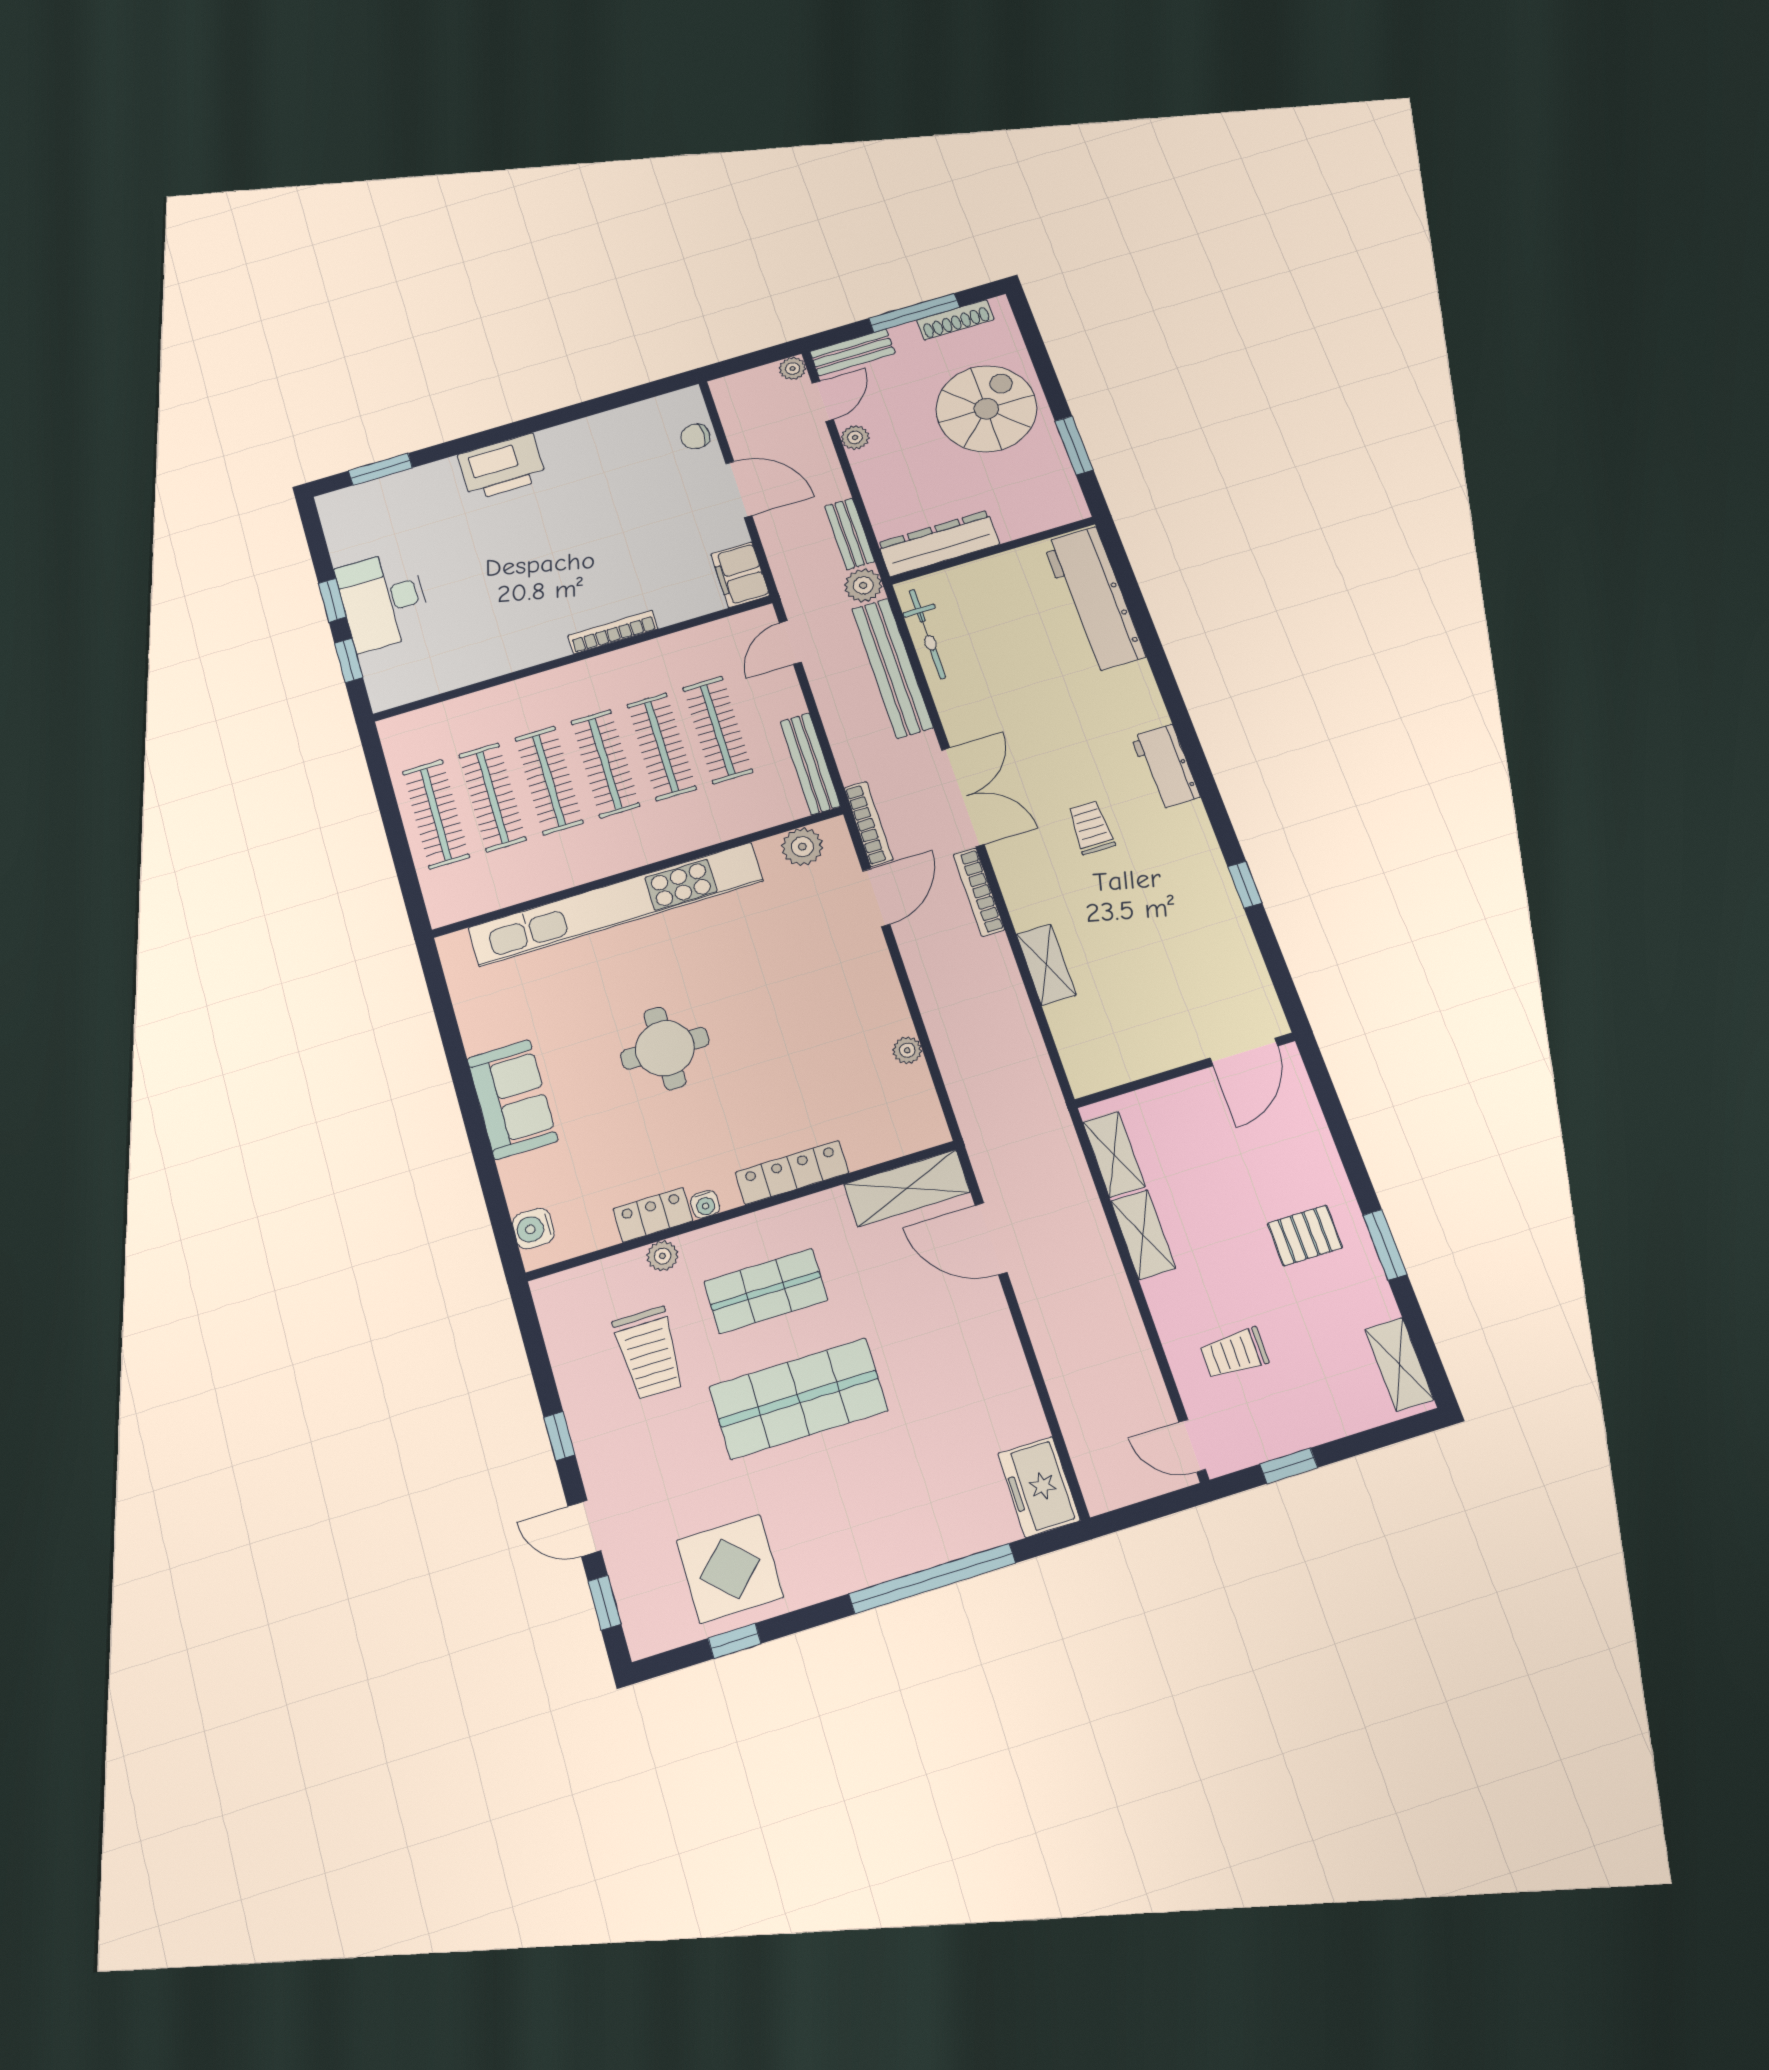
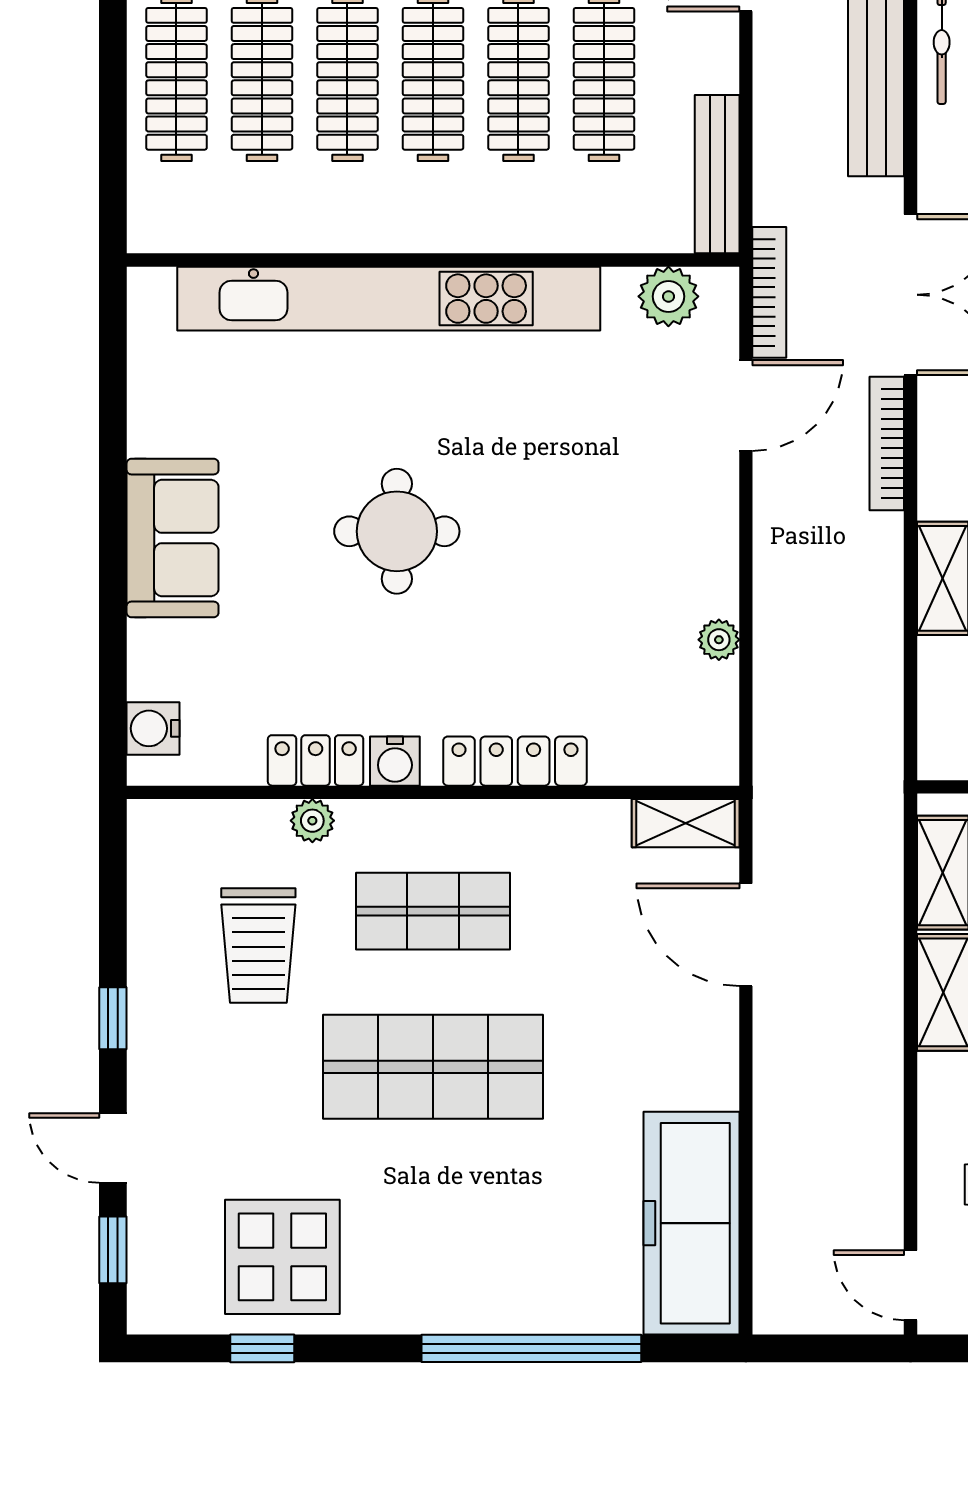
shelving: (907, 1188) -> (686, 823), width x0.67, depth x0.75
water cooler: (705, 1204) -> (395, 761), width x1.38, depth x1.38
freezer: (1039, 1487) -> (691, 1223), width x1.91, depth x1.26

